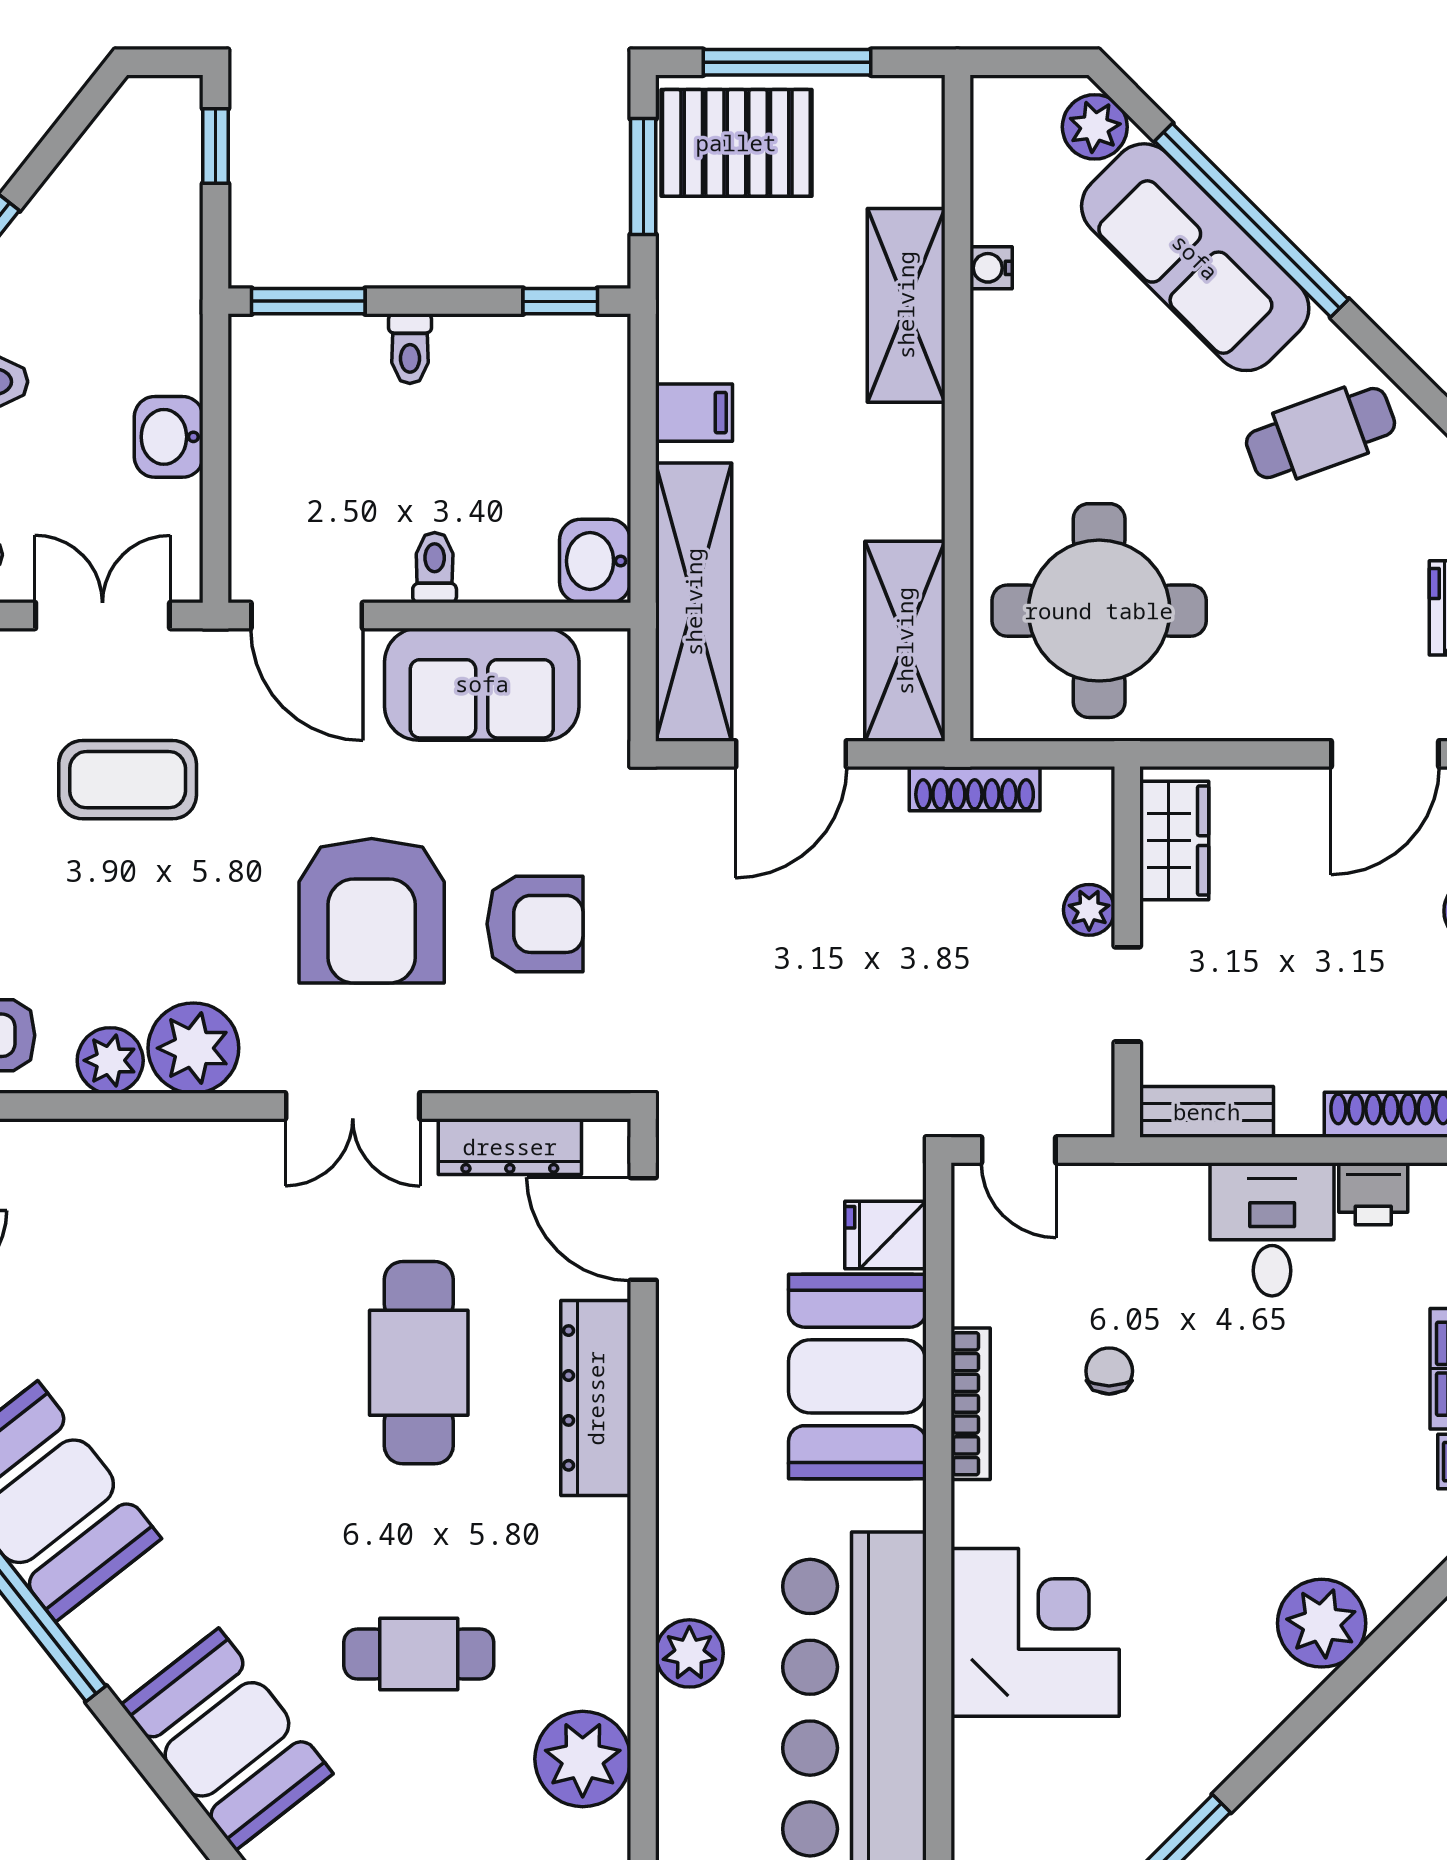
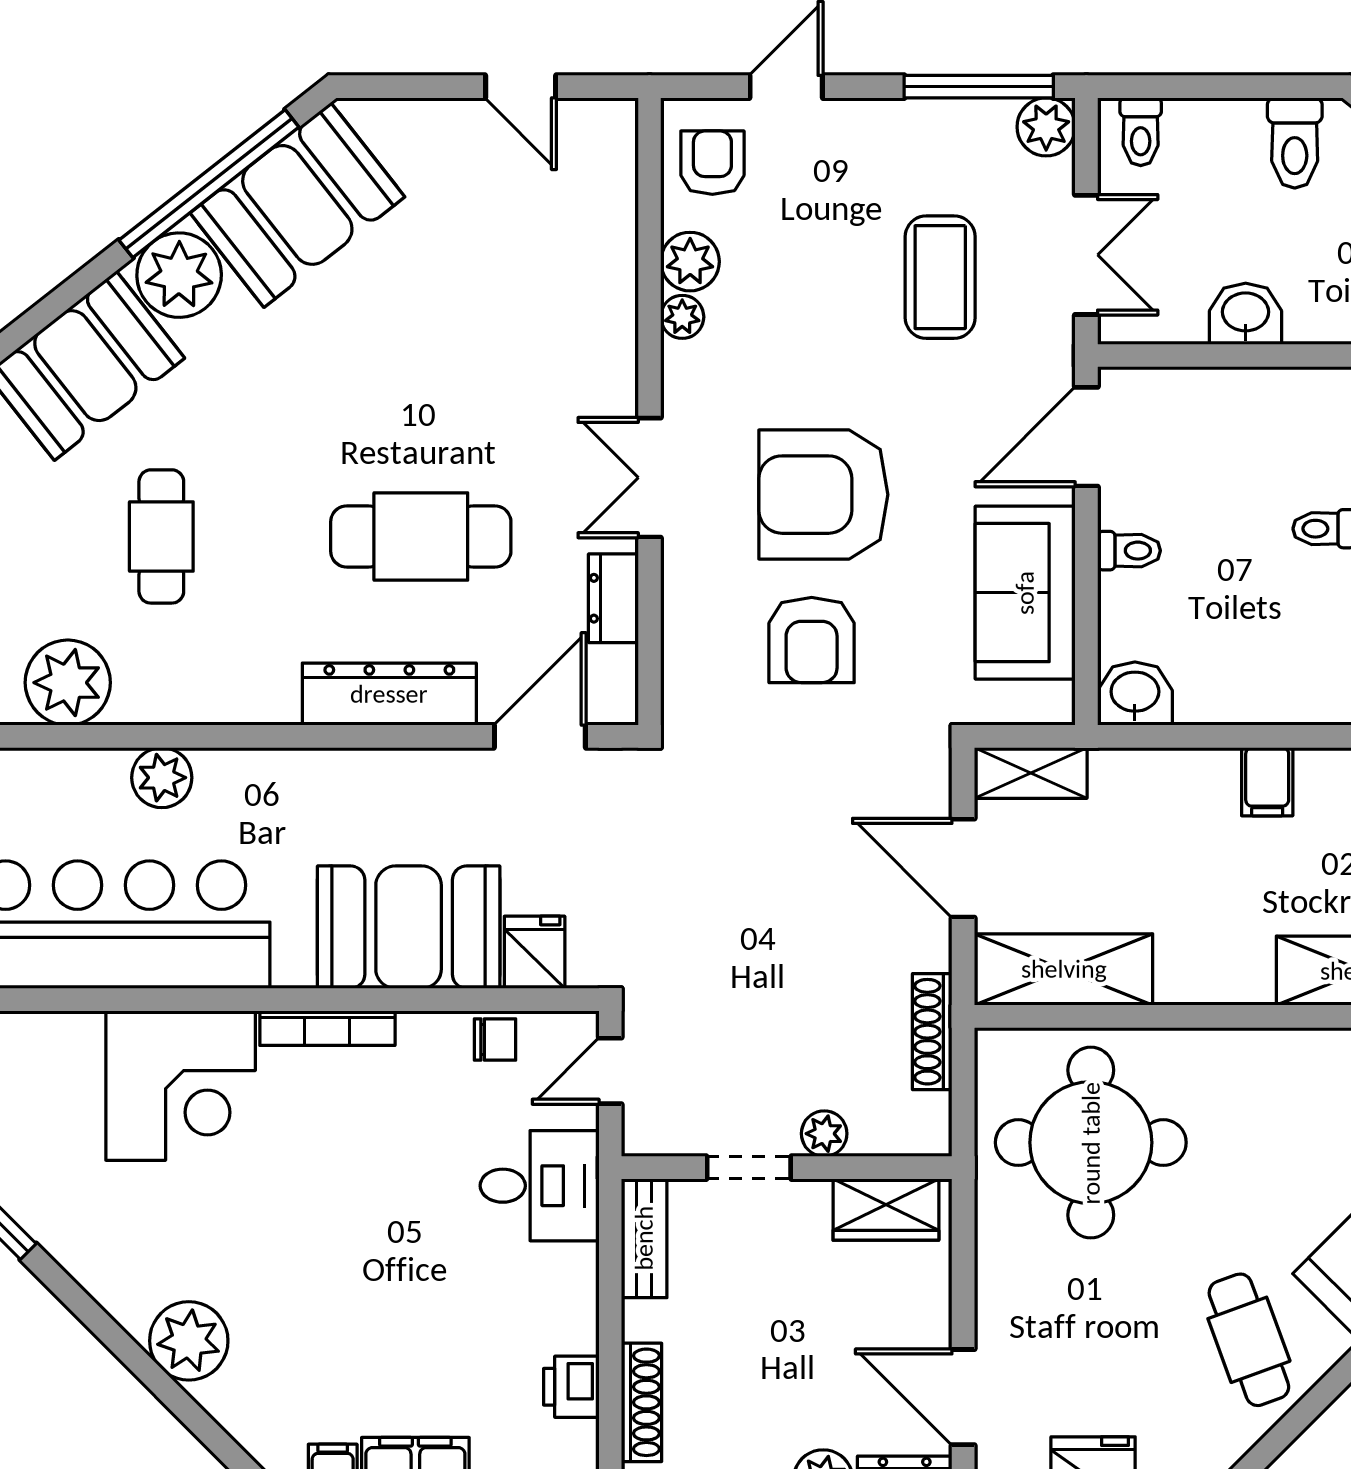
shelving: (694, 602) -> (1031, 773), width x0.45, depth x0.75
plant: (193, 1048) -> (682, 317), width x0.53, depth x0.53
dresser: (510, 1147) -> (613, 598), width x0.70
desk: (1272, 1229) -> (540, 1186), moved
chair: (1109, 1371) -> (495, 1039), moved
bookcase: (971, 1404) -> (327, 1028), moved
plant: (125, 1634) -> (179, 275), added

